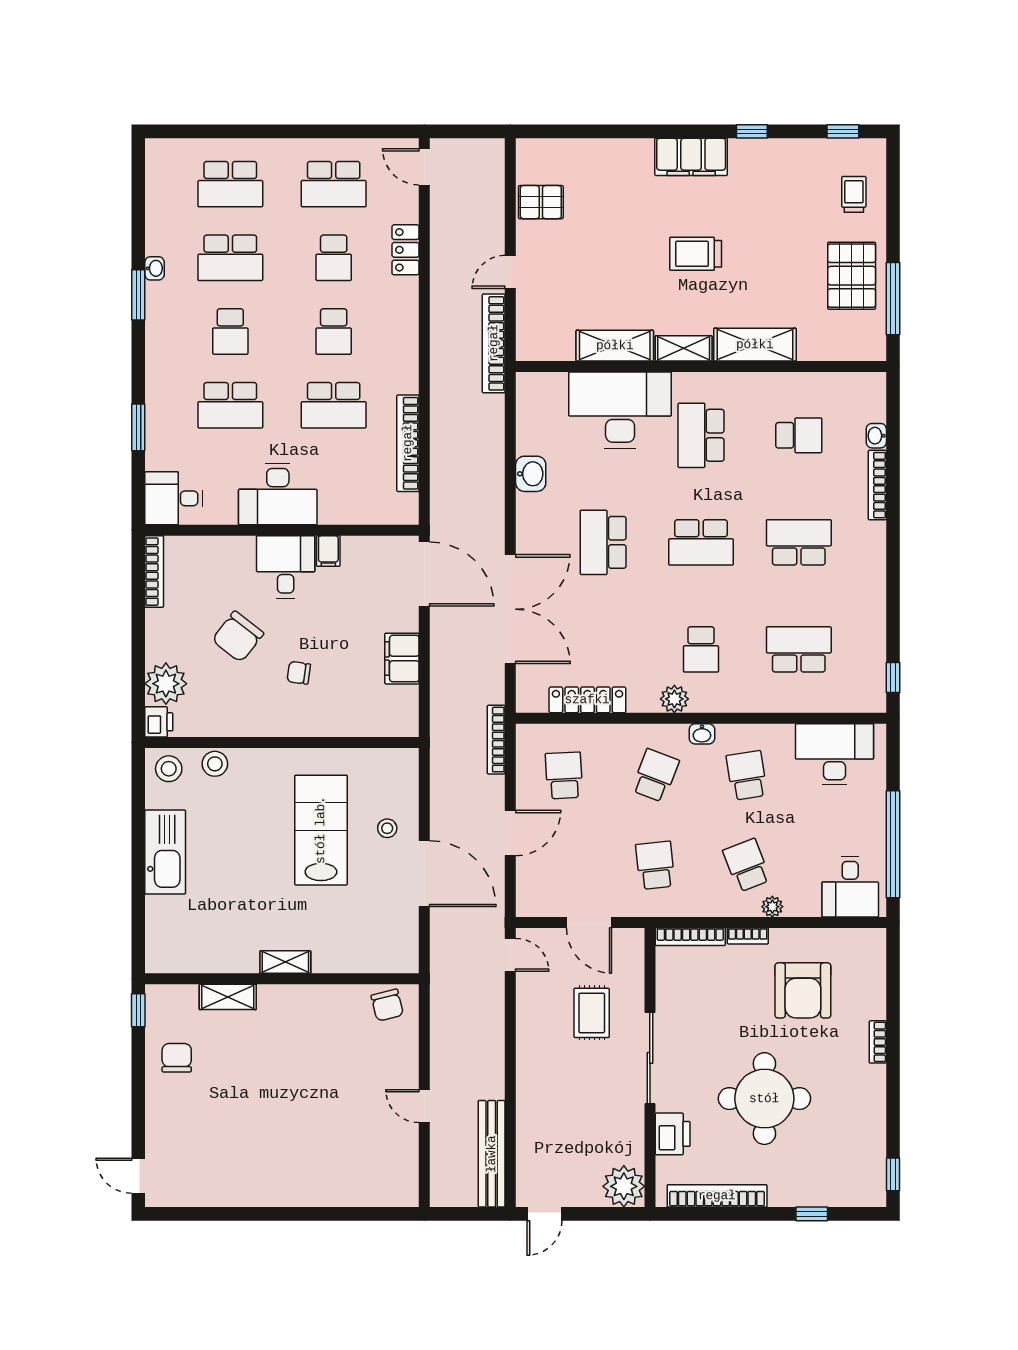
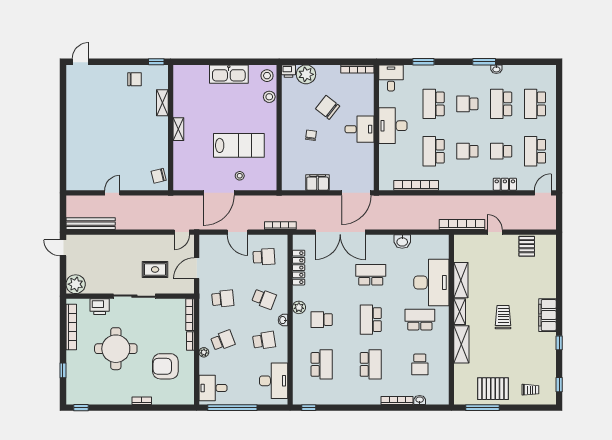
filing cabinet: (328, 551) -> (367, 149), removed

